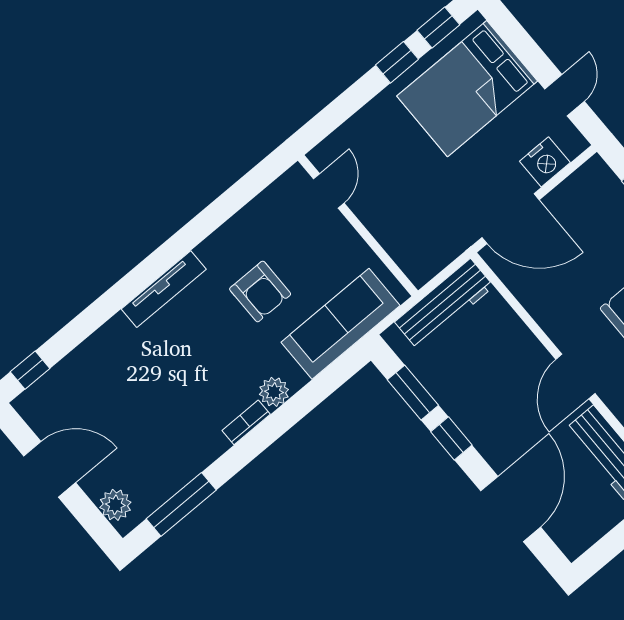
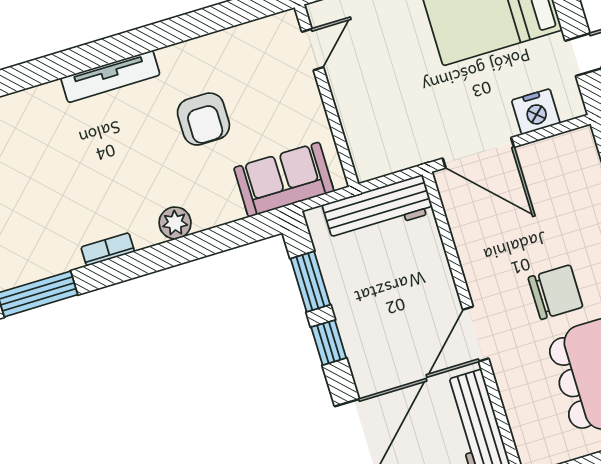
sofa: (340, 324) -> (284, 180), width x0.73
bookcase: (246, 422) -> (108, 249), moved

